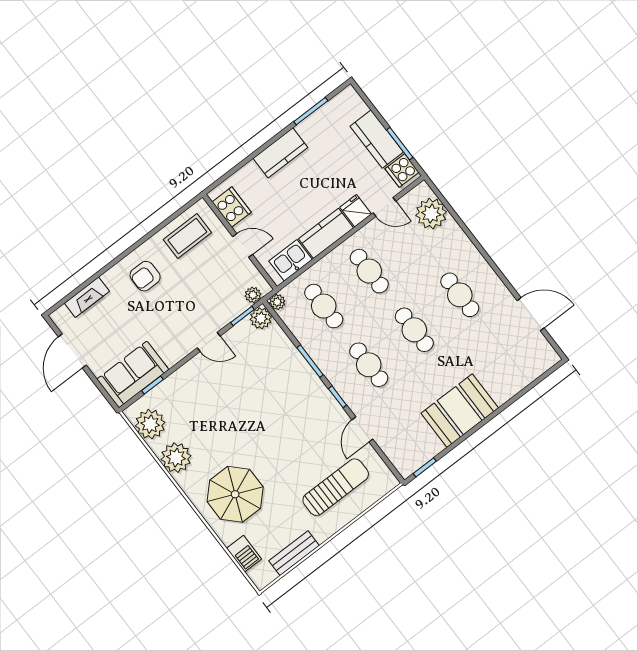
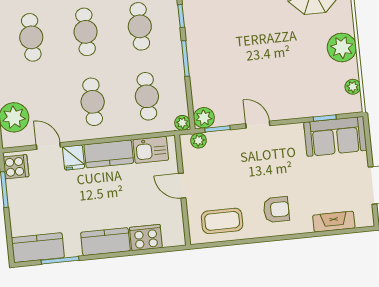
kitchen counter: (377, 139) -> (38, 248), moved, turned -90
cooker: (232, 207) -> (146, 238), moved, turned 90
plant: (150, 424) -> (353, 87), width x0.53, depth x0.53

